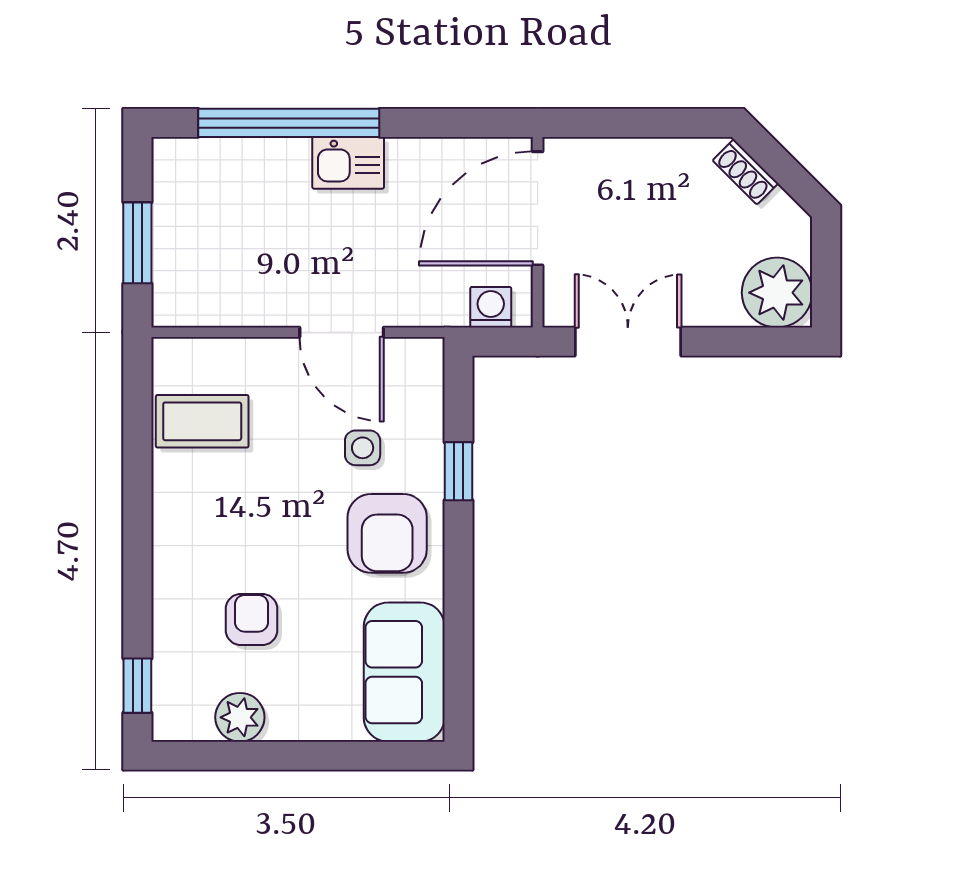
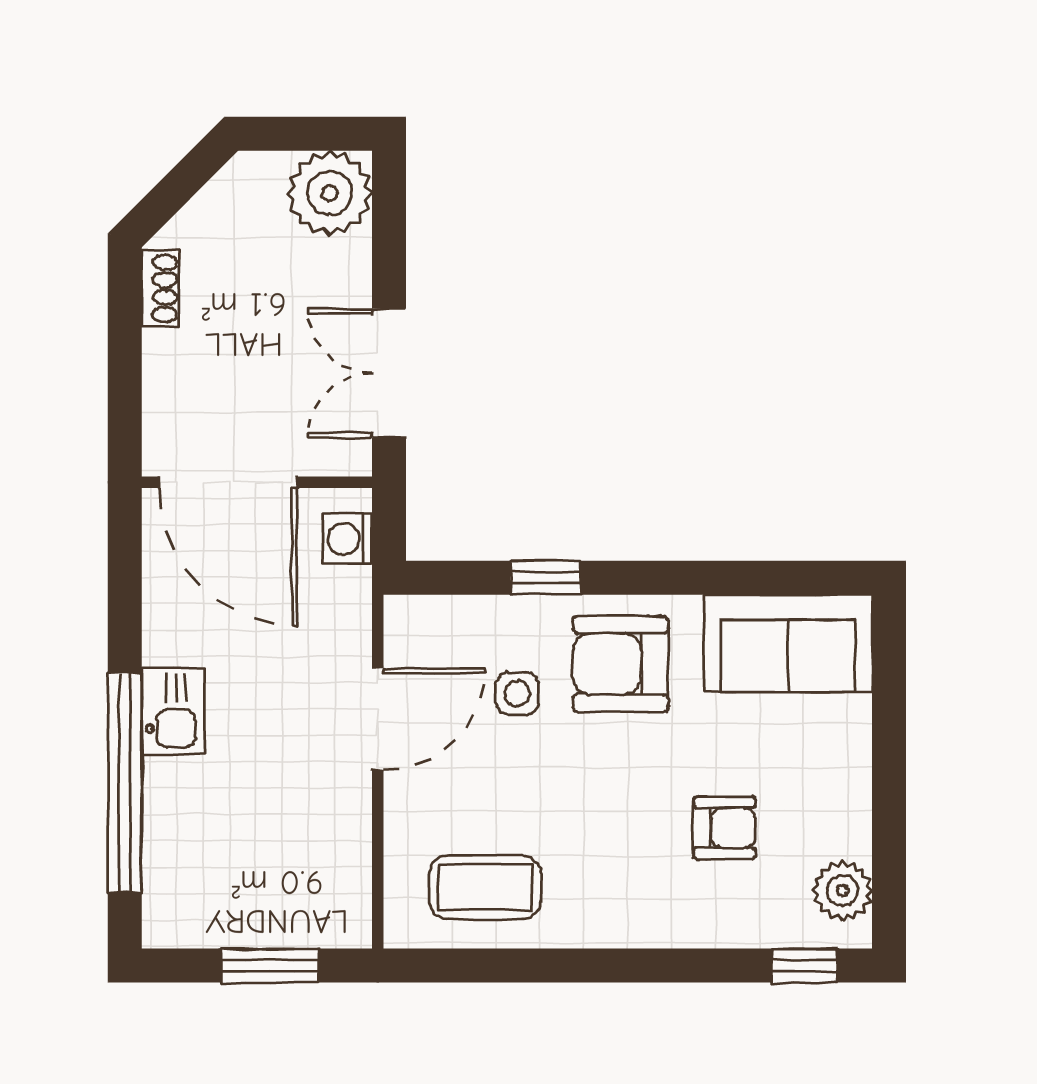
shoe rack: (745, 172) -> (160, 289), moved, turned -45
coffee table: (202, 421) -> (485, 887), turned 90
armchair: (387, 533) -> (621, 664), turned 180
armchair: (251, 620) -> (725, 828), turned 180
plant: (240, 717) -> (843, 891), moved

